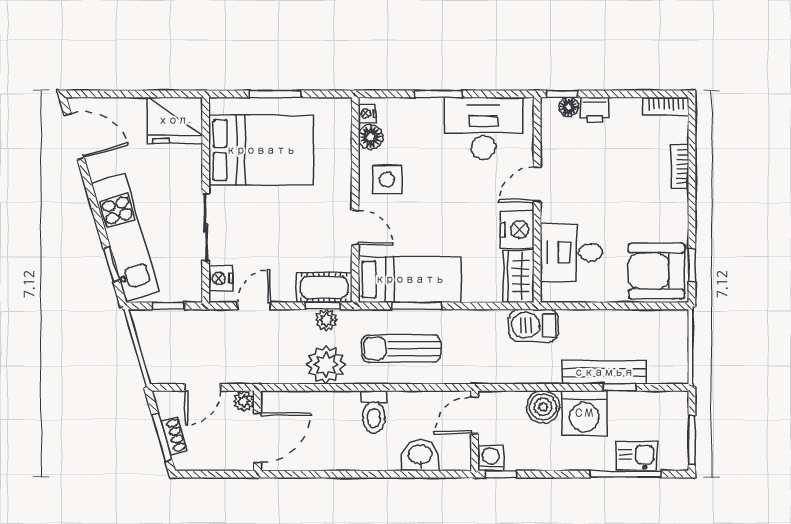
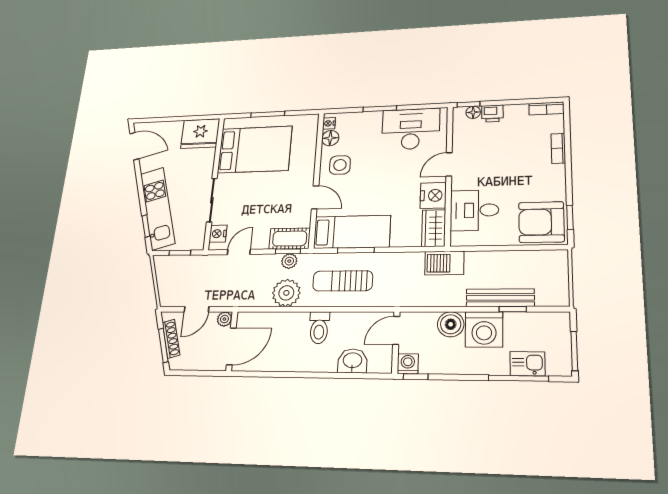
shoe rack: (174, 436) -> (171, 339), width x1.43

